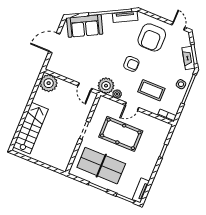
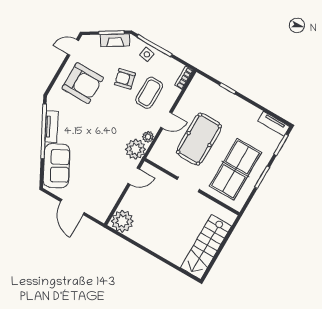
tv unit: (125, 17) -> (51, 127), moved
armchair: (131, 64) -> (125, 79), moved, turned -104
door: (132, 106) -> (166, 120), hinge flipped
stairs: (31, 128) -> (206, 247), moved, turned -90

